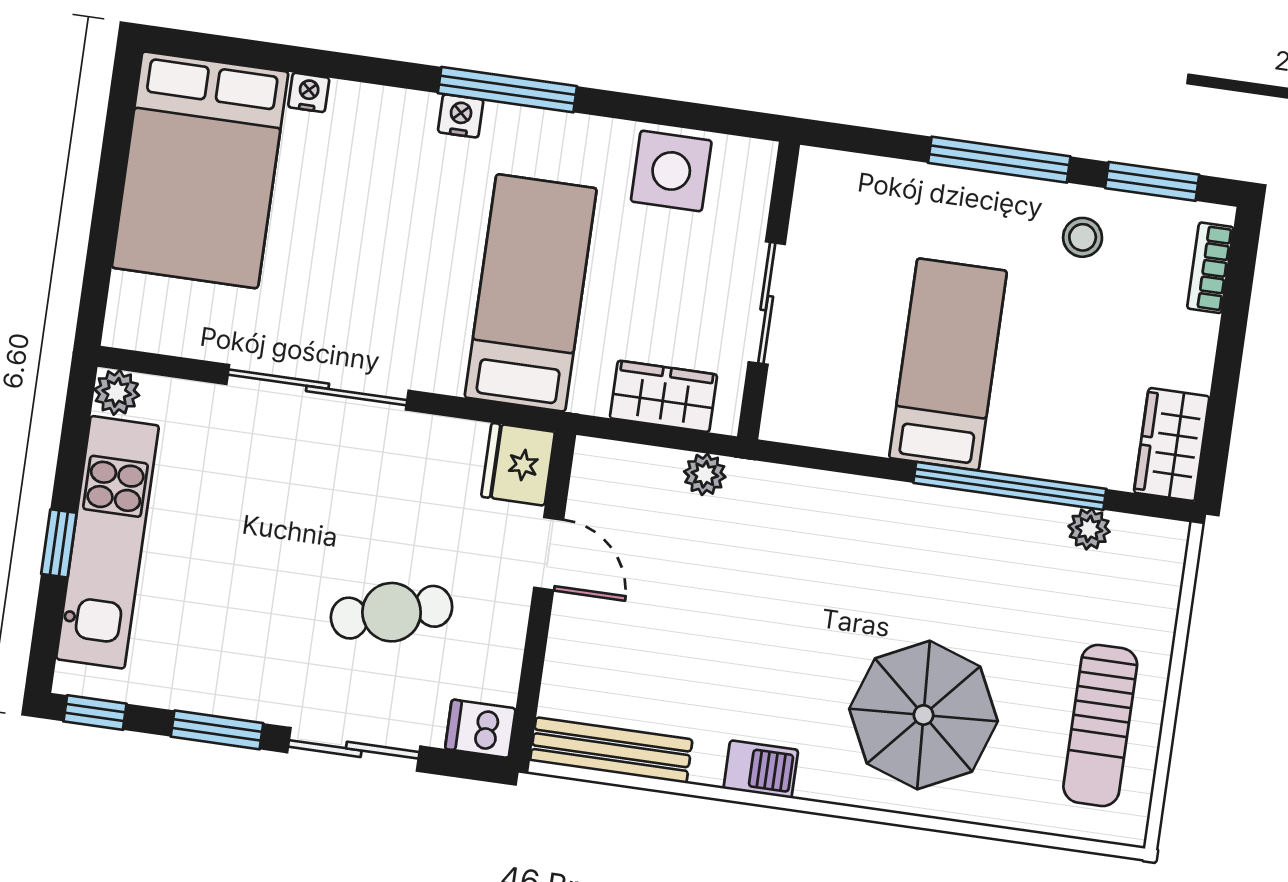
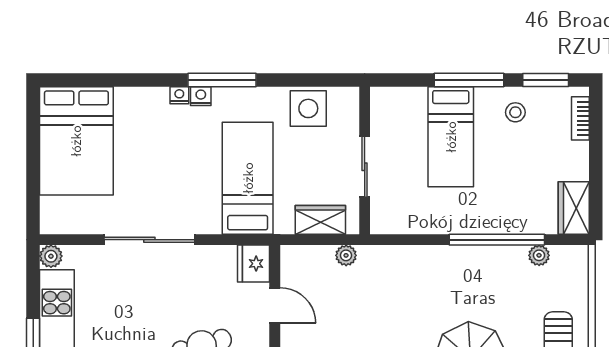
nightstand: (309, 92) -> (179, 95), moved
bed: (948, 364) -> (451, 137), moved, turned 180

